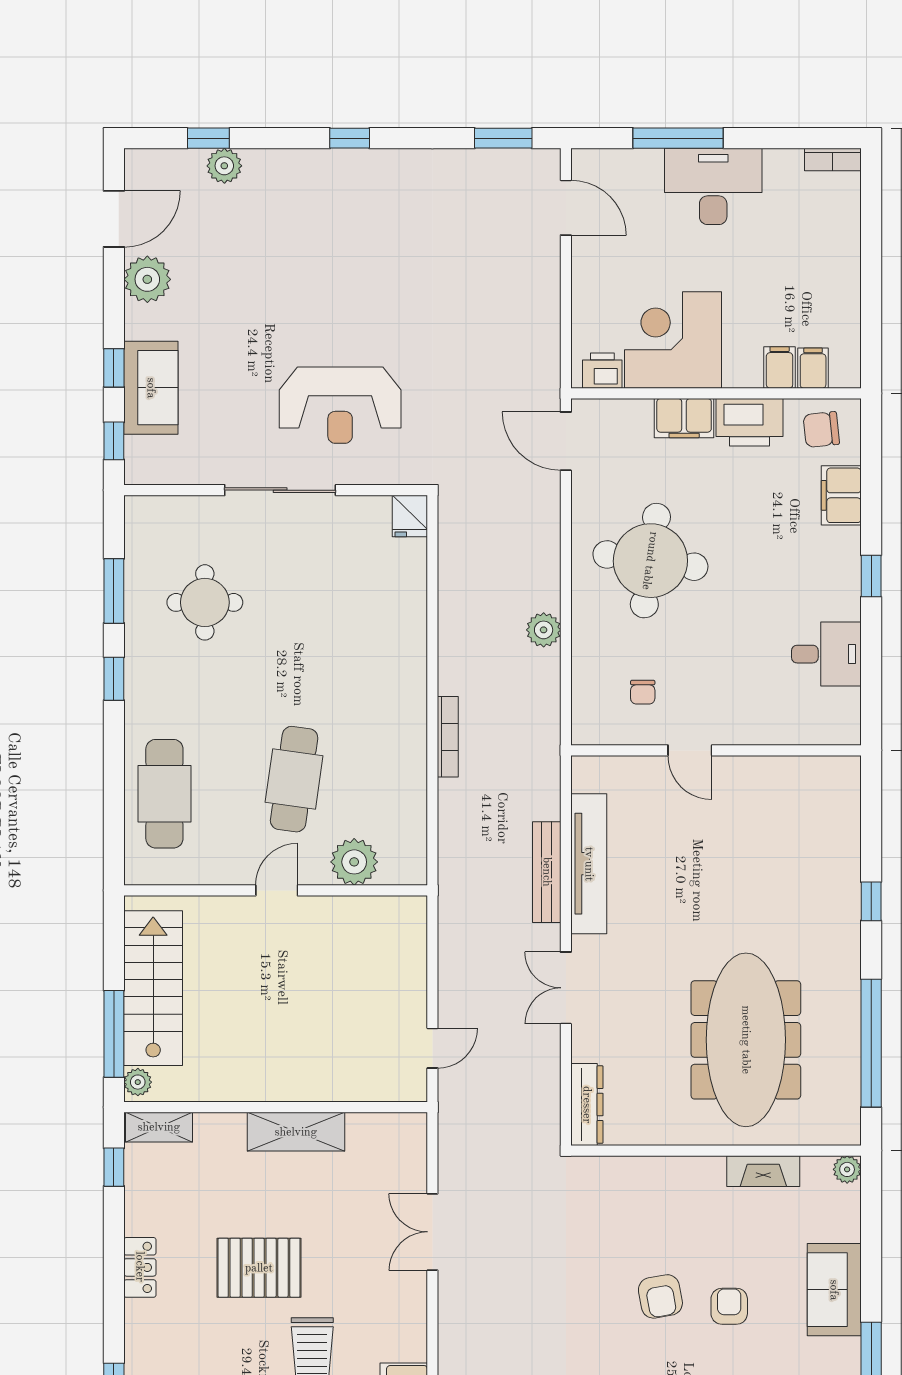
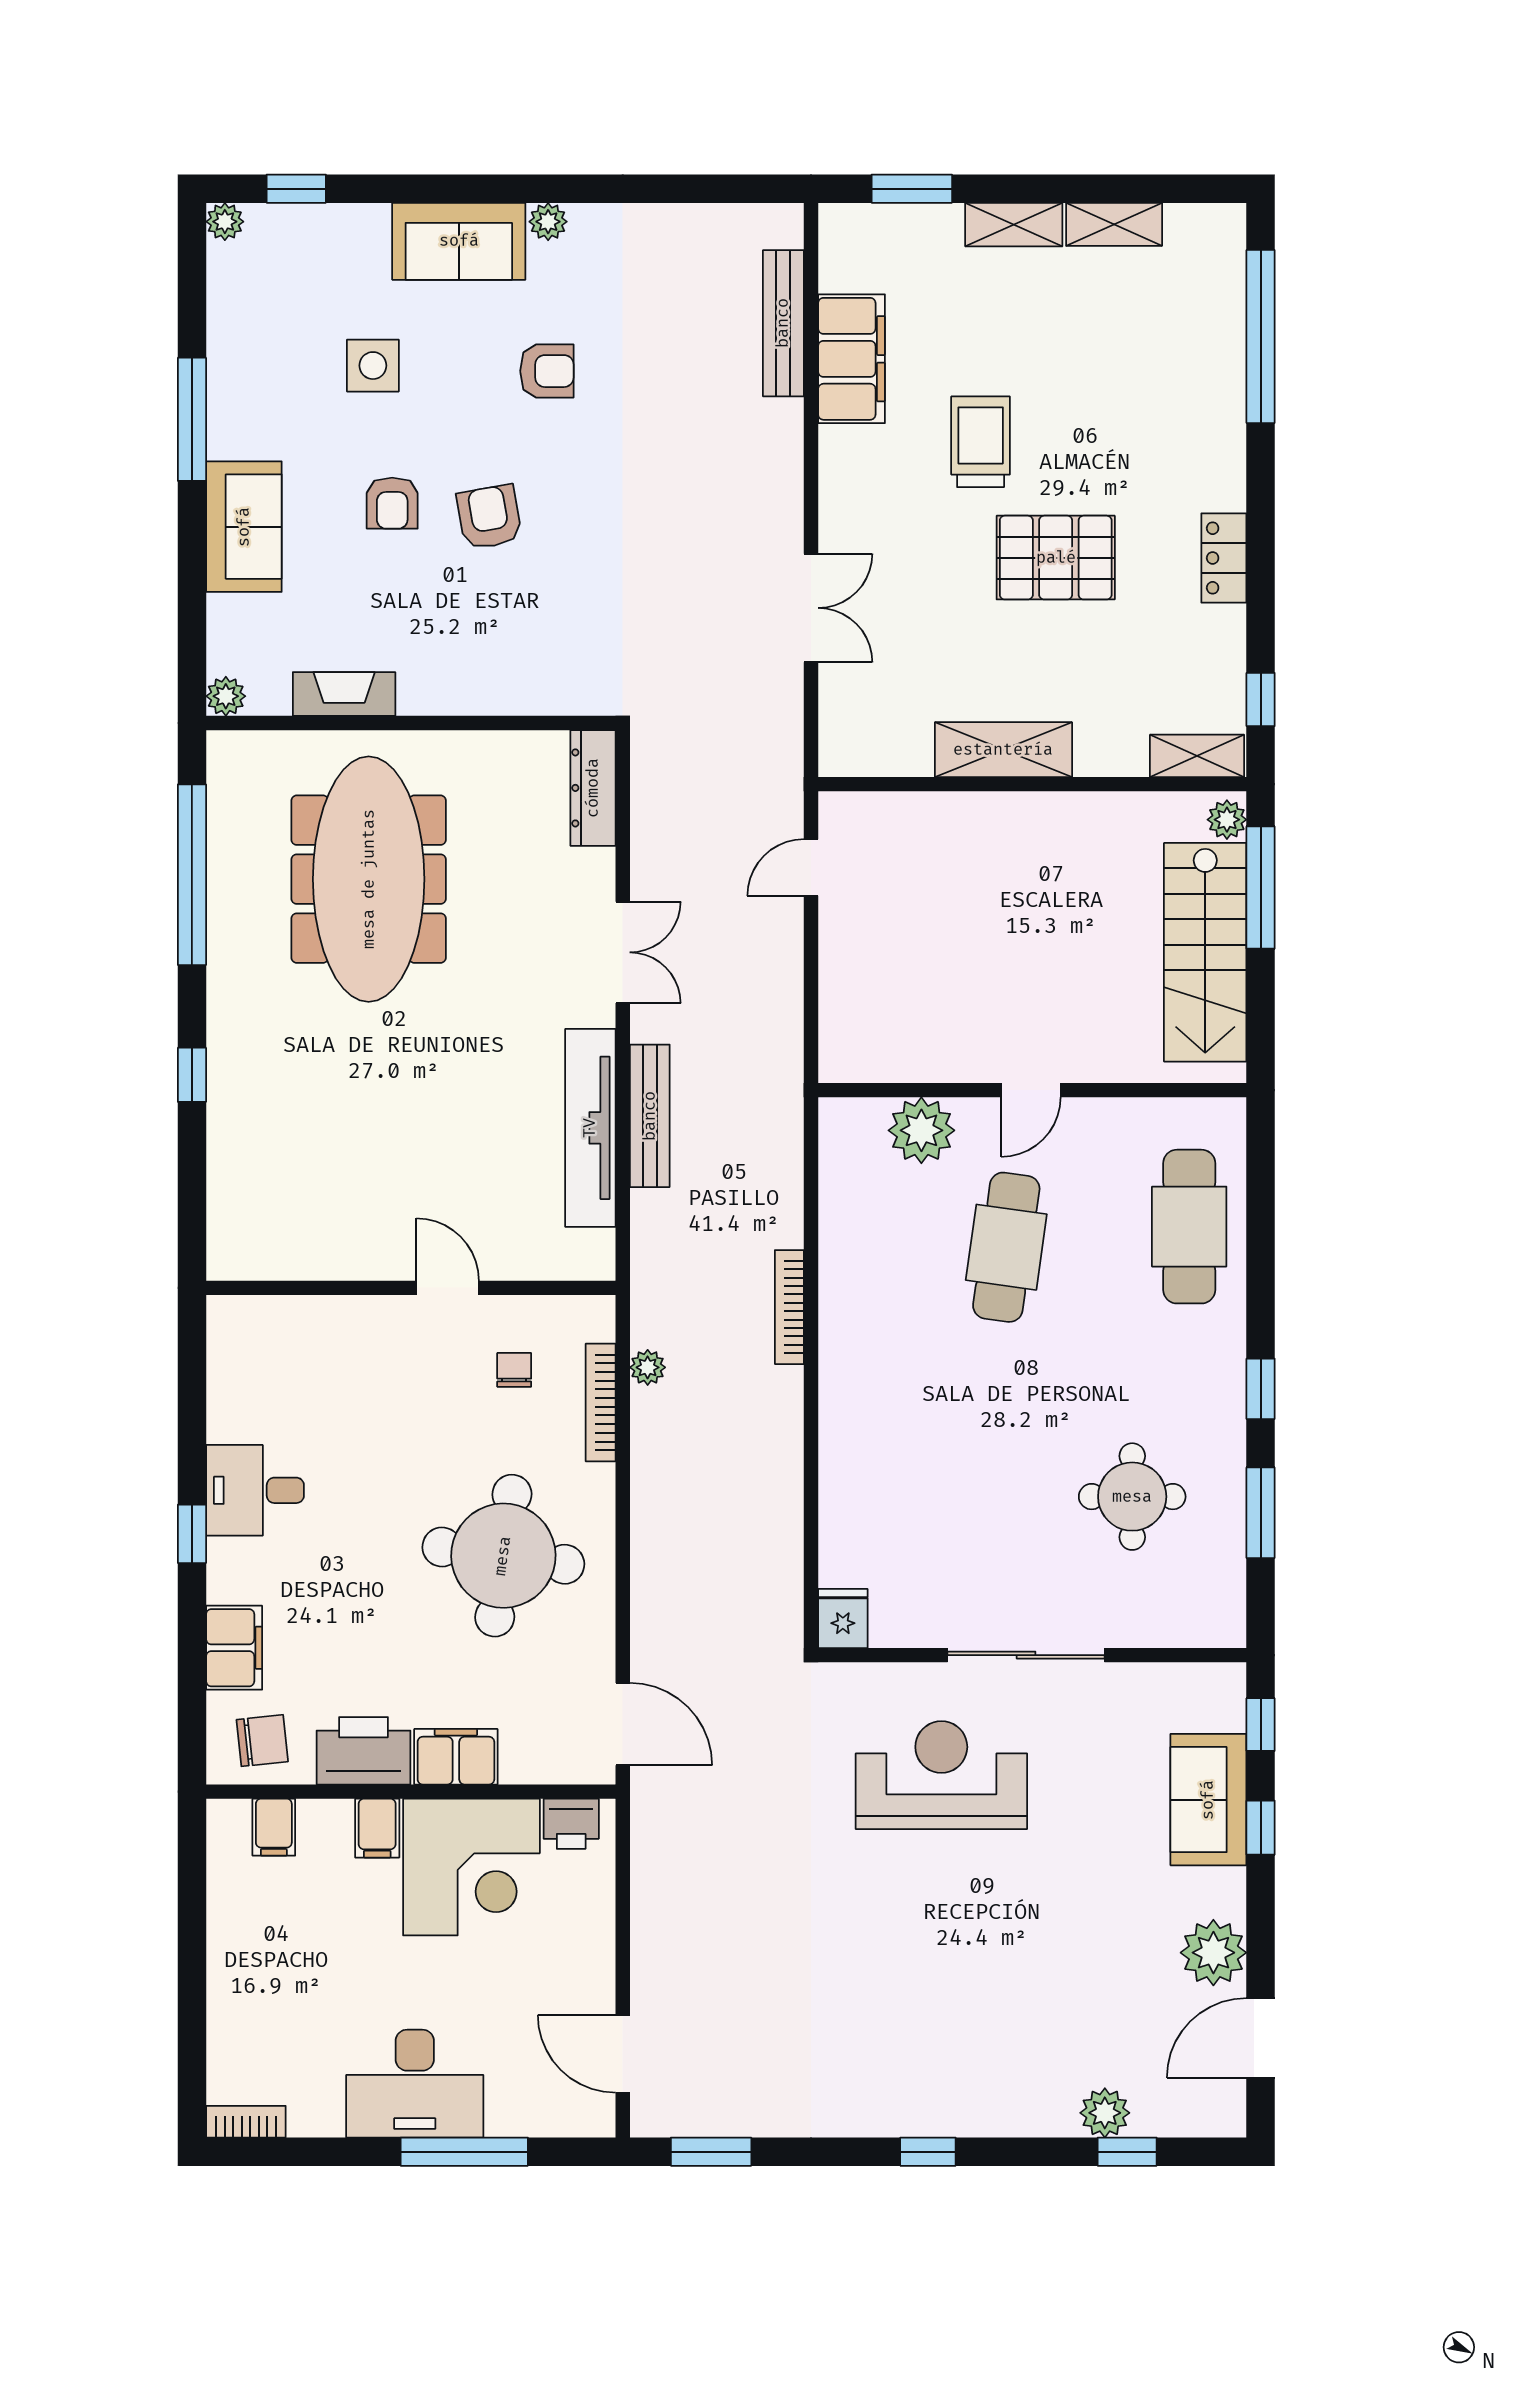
filing cabinet: (780, 368) -> (377, 1828), moved
plant: (544, 630) -> (648, 1367), moved, width x0.73, depth x0.73
desk: (826, 654) -> (255, 1490), moved
bookcase: (581, 669) -> (601, 1402), added

